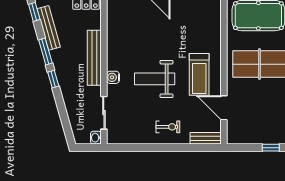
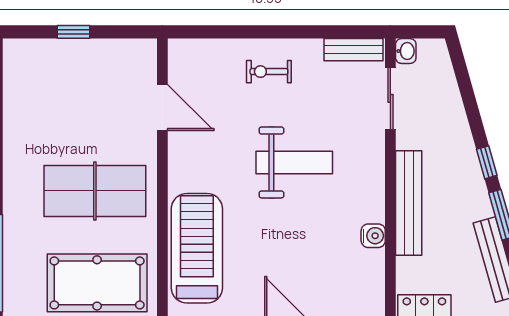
treadmill: (199, 74) -> (197, 248), moved, width x1.37, depth x1.38
water cooler: (113, 77) -> (373, 236), moved
bench: (206, 138) -> (354, 50), moved

